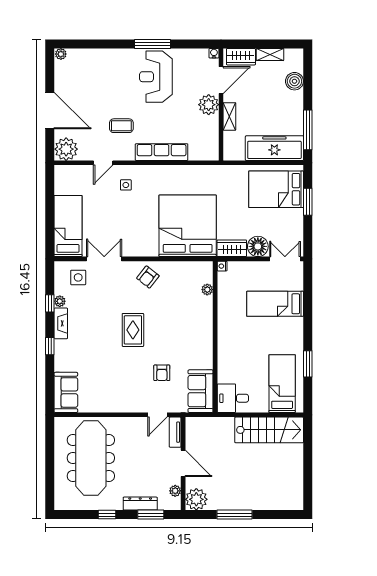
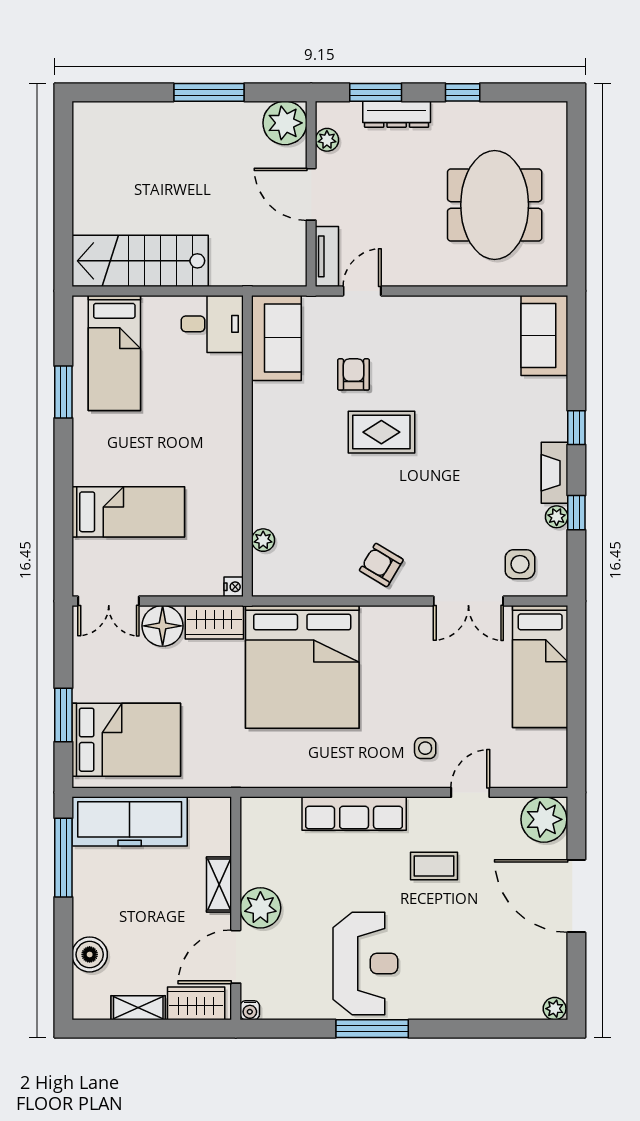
armchair: (148, 277) -> (381, 565), turned -97
rug: (133, 330) -> (381, 432), moved, turned 90
meeting table: (91, 458) -> (495, 205), width x0.73

